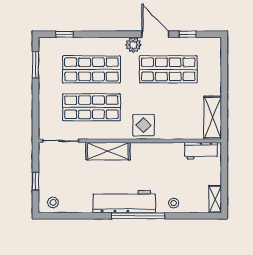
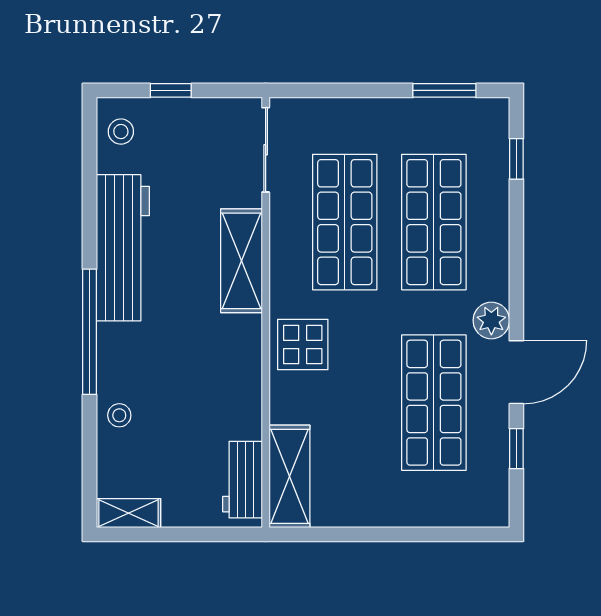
shelving: (213, 118) -> (290, 476), moved, turned 90
workbench: (124, 202) -> (123, 248), moved

